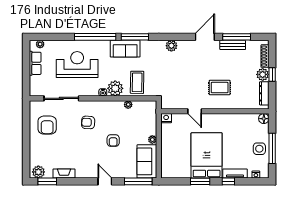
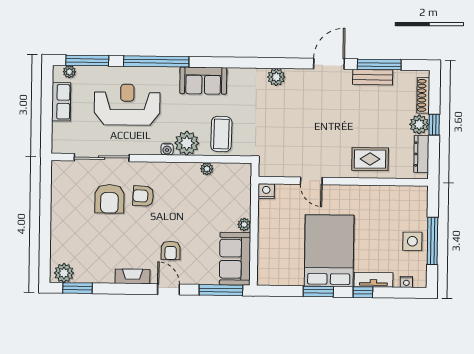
window: (135, 37) -> (87, 60), moved
rug: (220, 88) -> (370, 159), moved
floor lamp: (264, 119) -> (420, 194), removed
armchair: (47, 125) -> (109, 199), moved
armchair: (113, 140) -> (171, 250), moved
fireplace: (64, 174) -> (133, 276), moved

